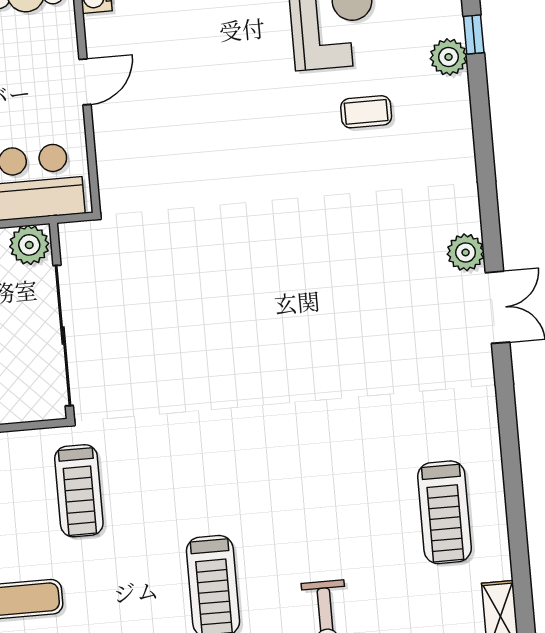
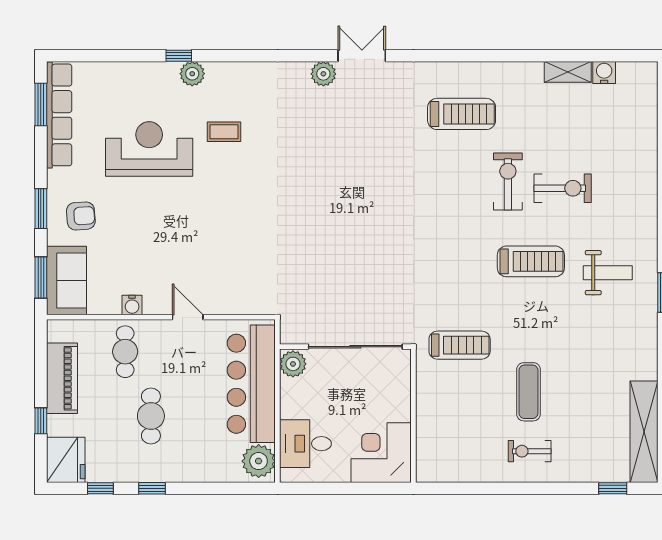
coffee table: (366, 112) -> (224, 132), turned 90
treadmill: (444, 512) -> (462, 114), moved
exercise bike: (329, 541) -> (508, 182), added

